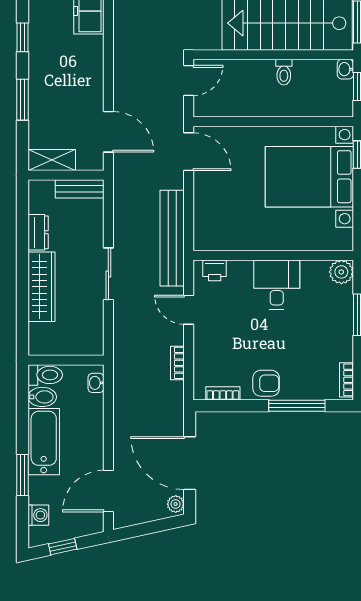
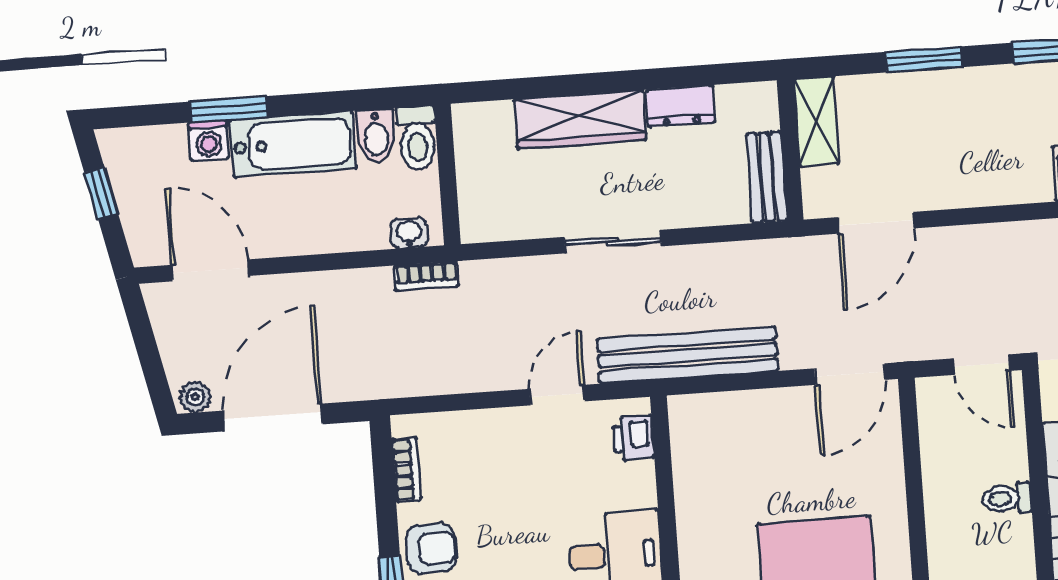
toilet: (284, 72) -> (1007, 498), moved
bookcase: (177, 363) -> (426, 276), moved, turned 180
armchair: (266, 383) -> (431, 549), turned -90
washing machine: (38, 515) -> (209, 140), moved

